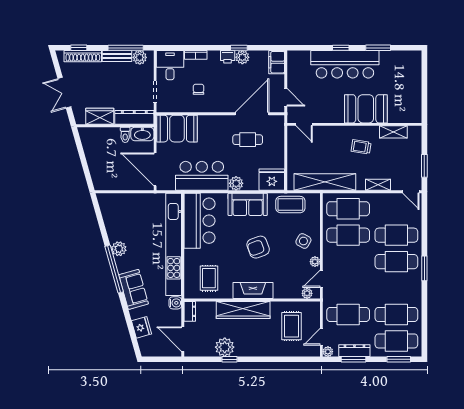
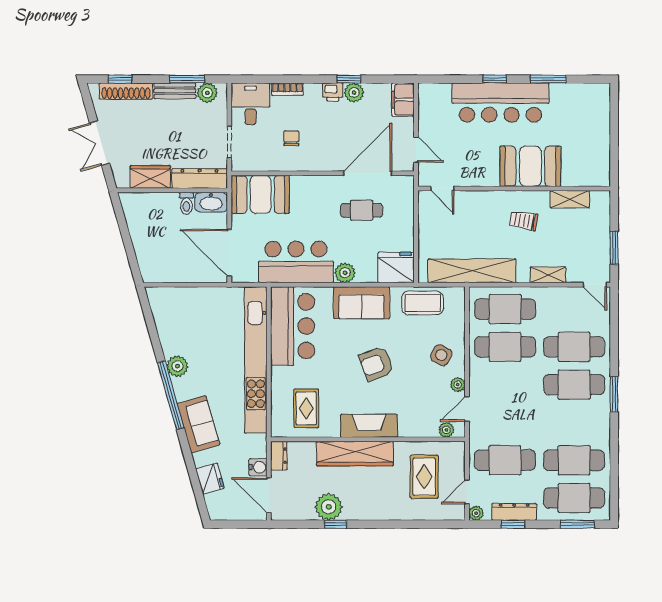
window: (126, 48) -> (187, 79), width x0.69
water cooler: (175, 303) -> (258, 467), moved
window: (354, 359) -> (513, 524), width x0.67

